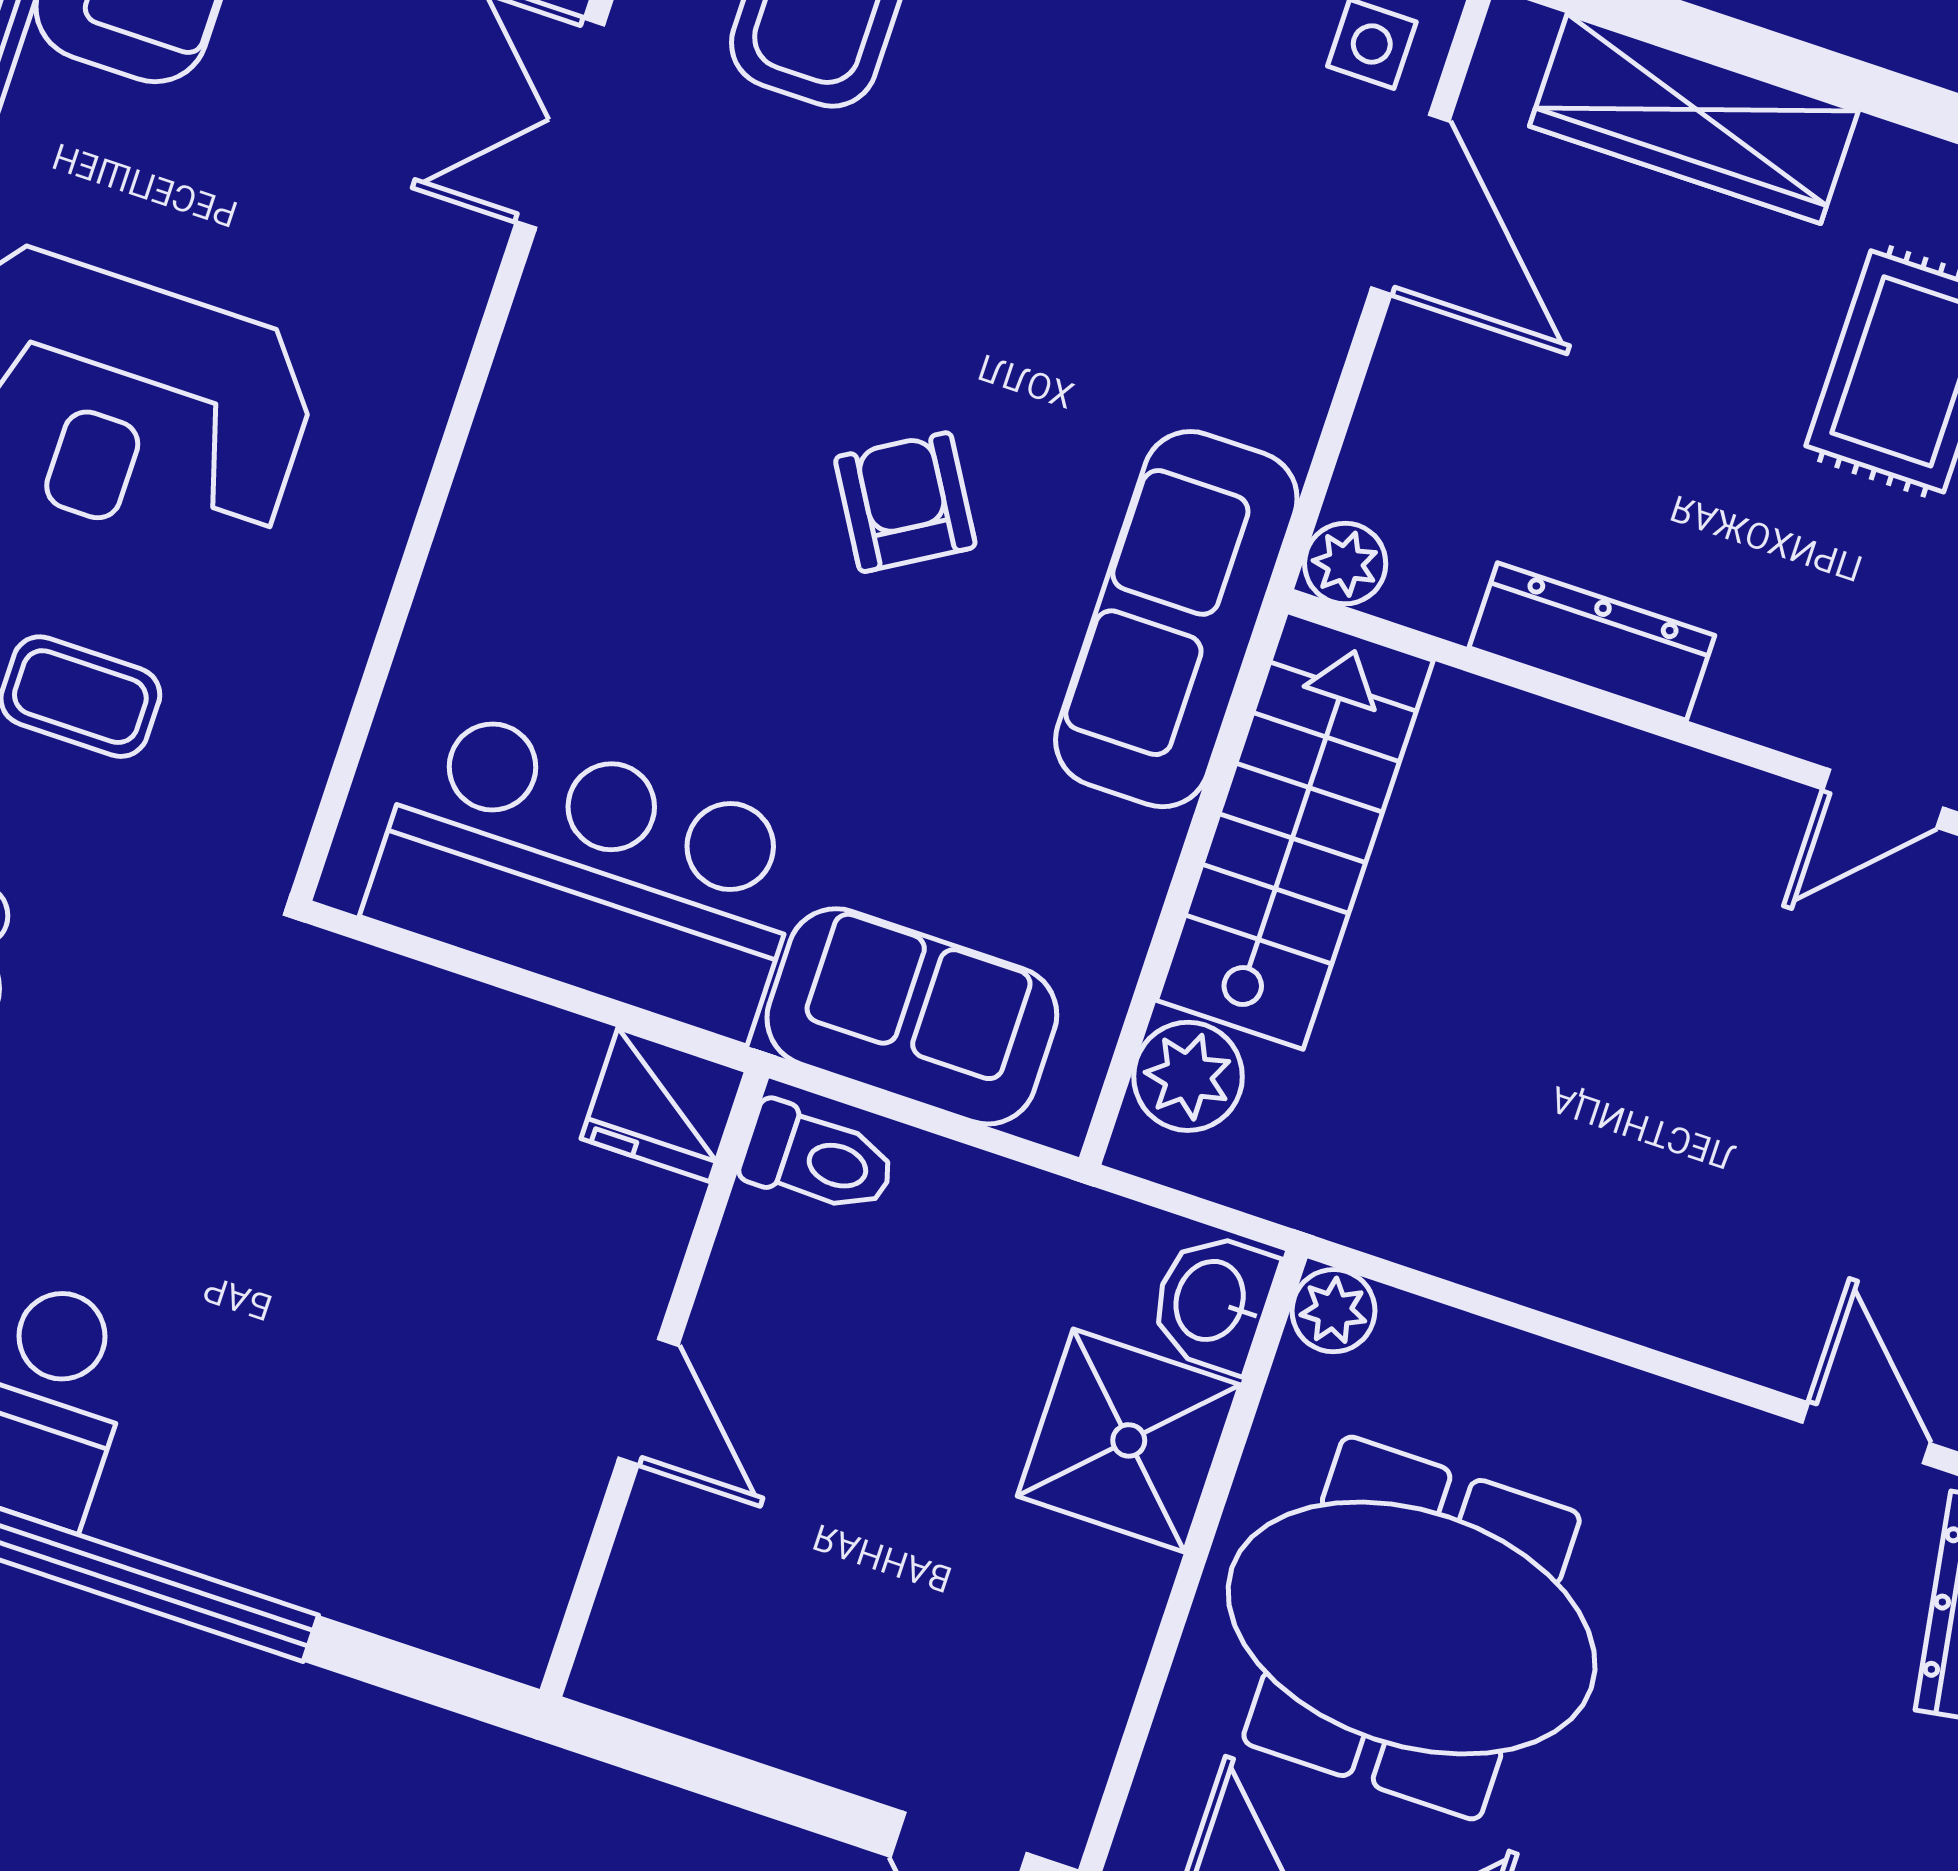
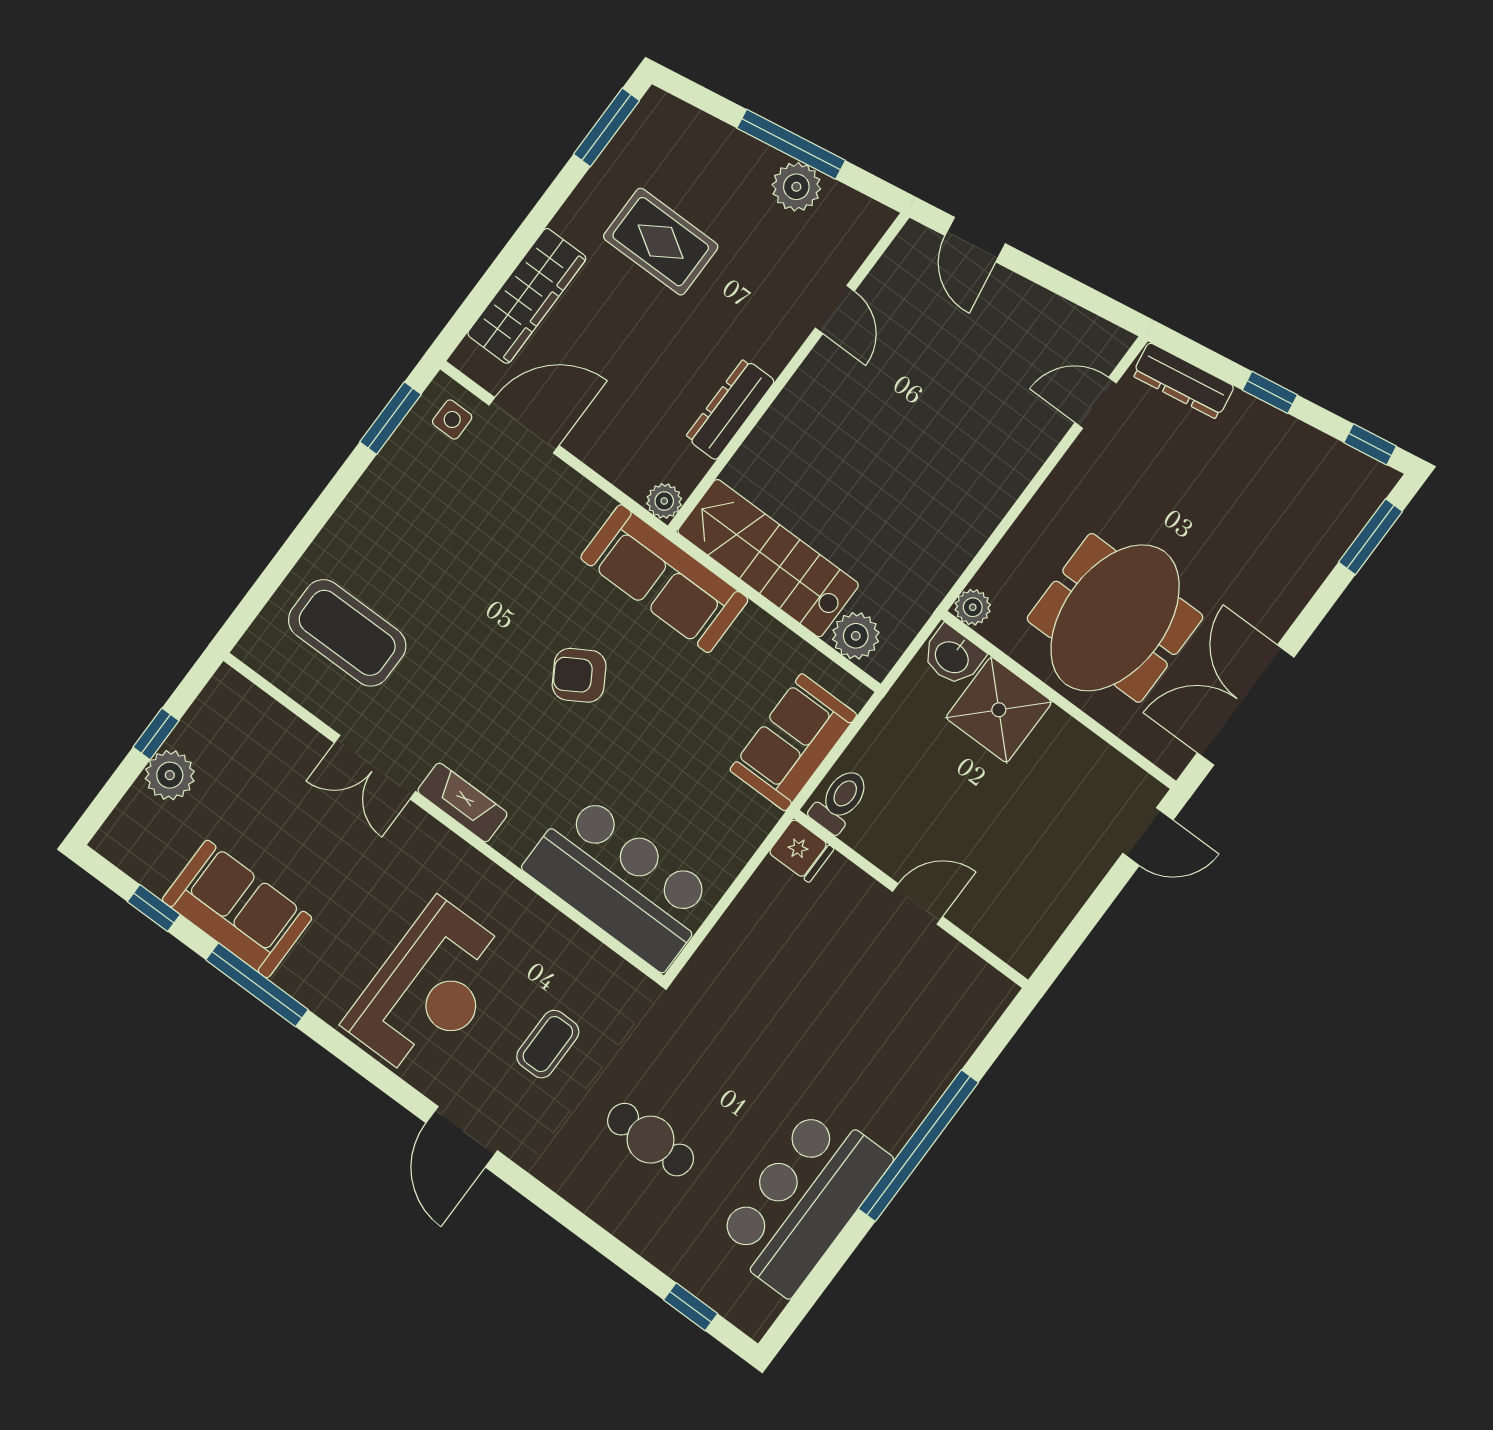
fireplace: (545, 339) -> (462, 802), added
bar counter: (589, 874) -> (621, 882), moved, turned 90
fridge: (664, 1105) -> (801, 851), width x0.72

